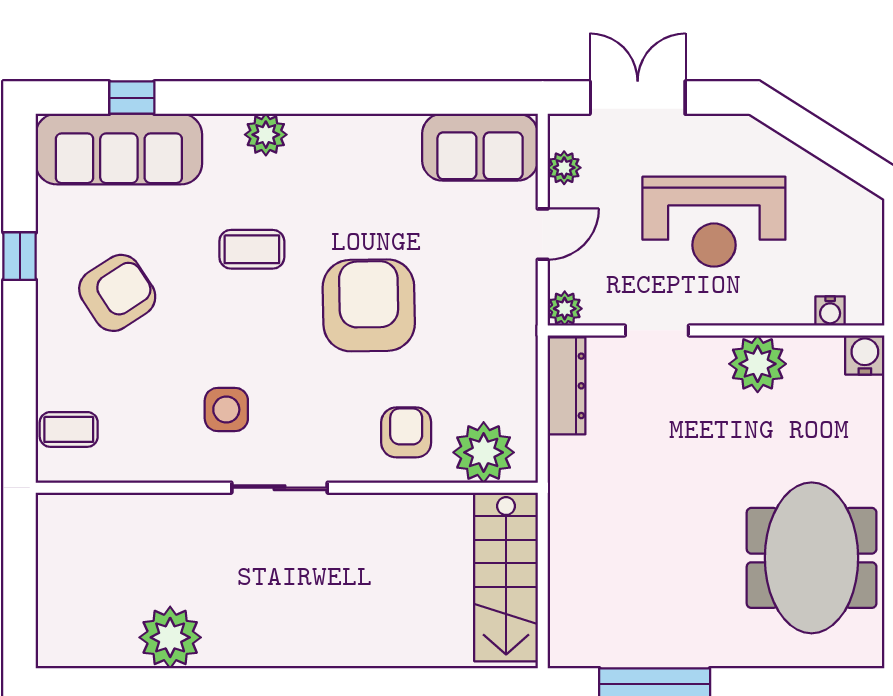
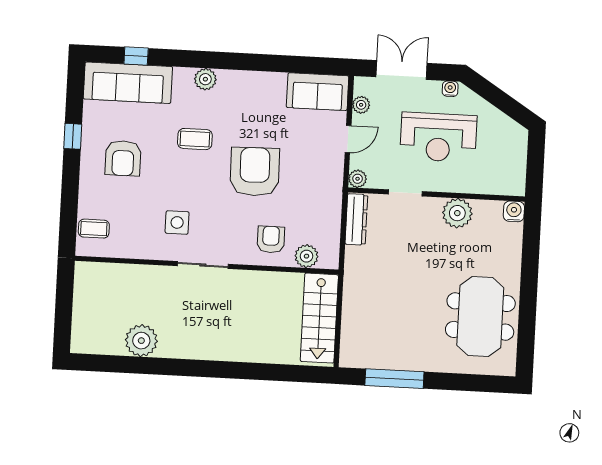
armchair: (117, 293) -> (123, 158), turned 123
water cooler: (830, 311) -> (450, 89), moved, turned 180
plant: (484, 452) -> (307, 256), width x0.73, depth x0.73

